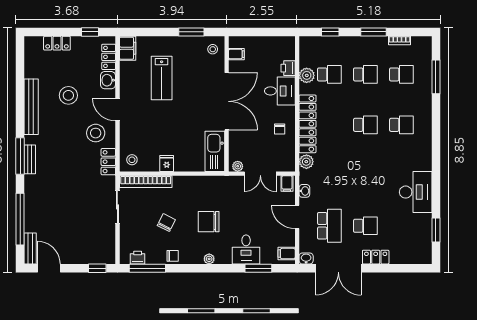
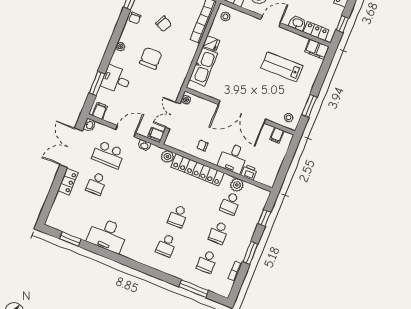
kitchen sink: (215, 151) -> (203, 67), moved, turned 90

